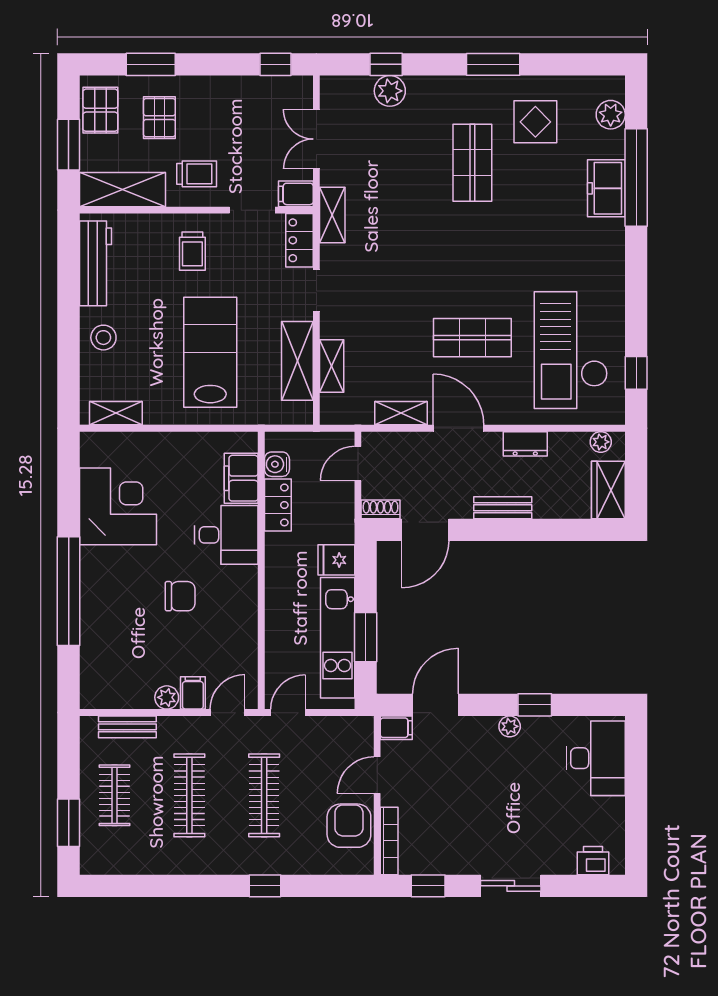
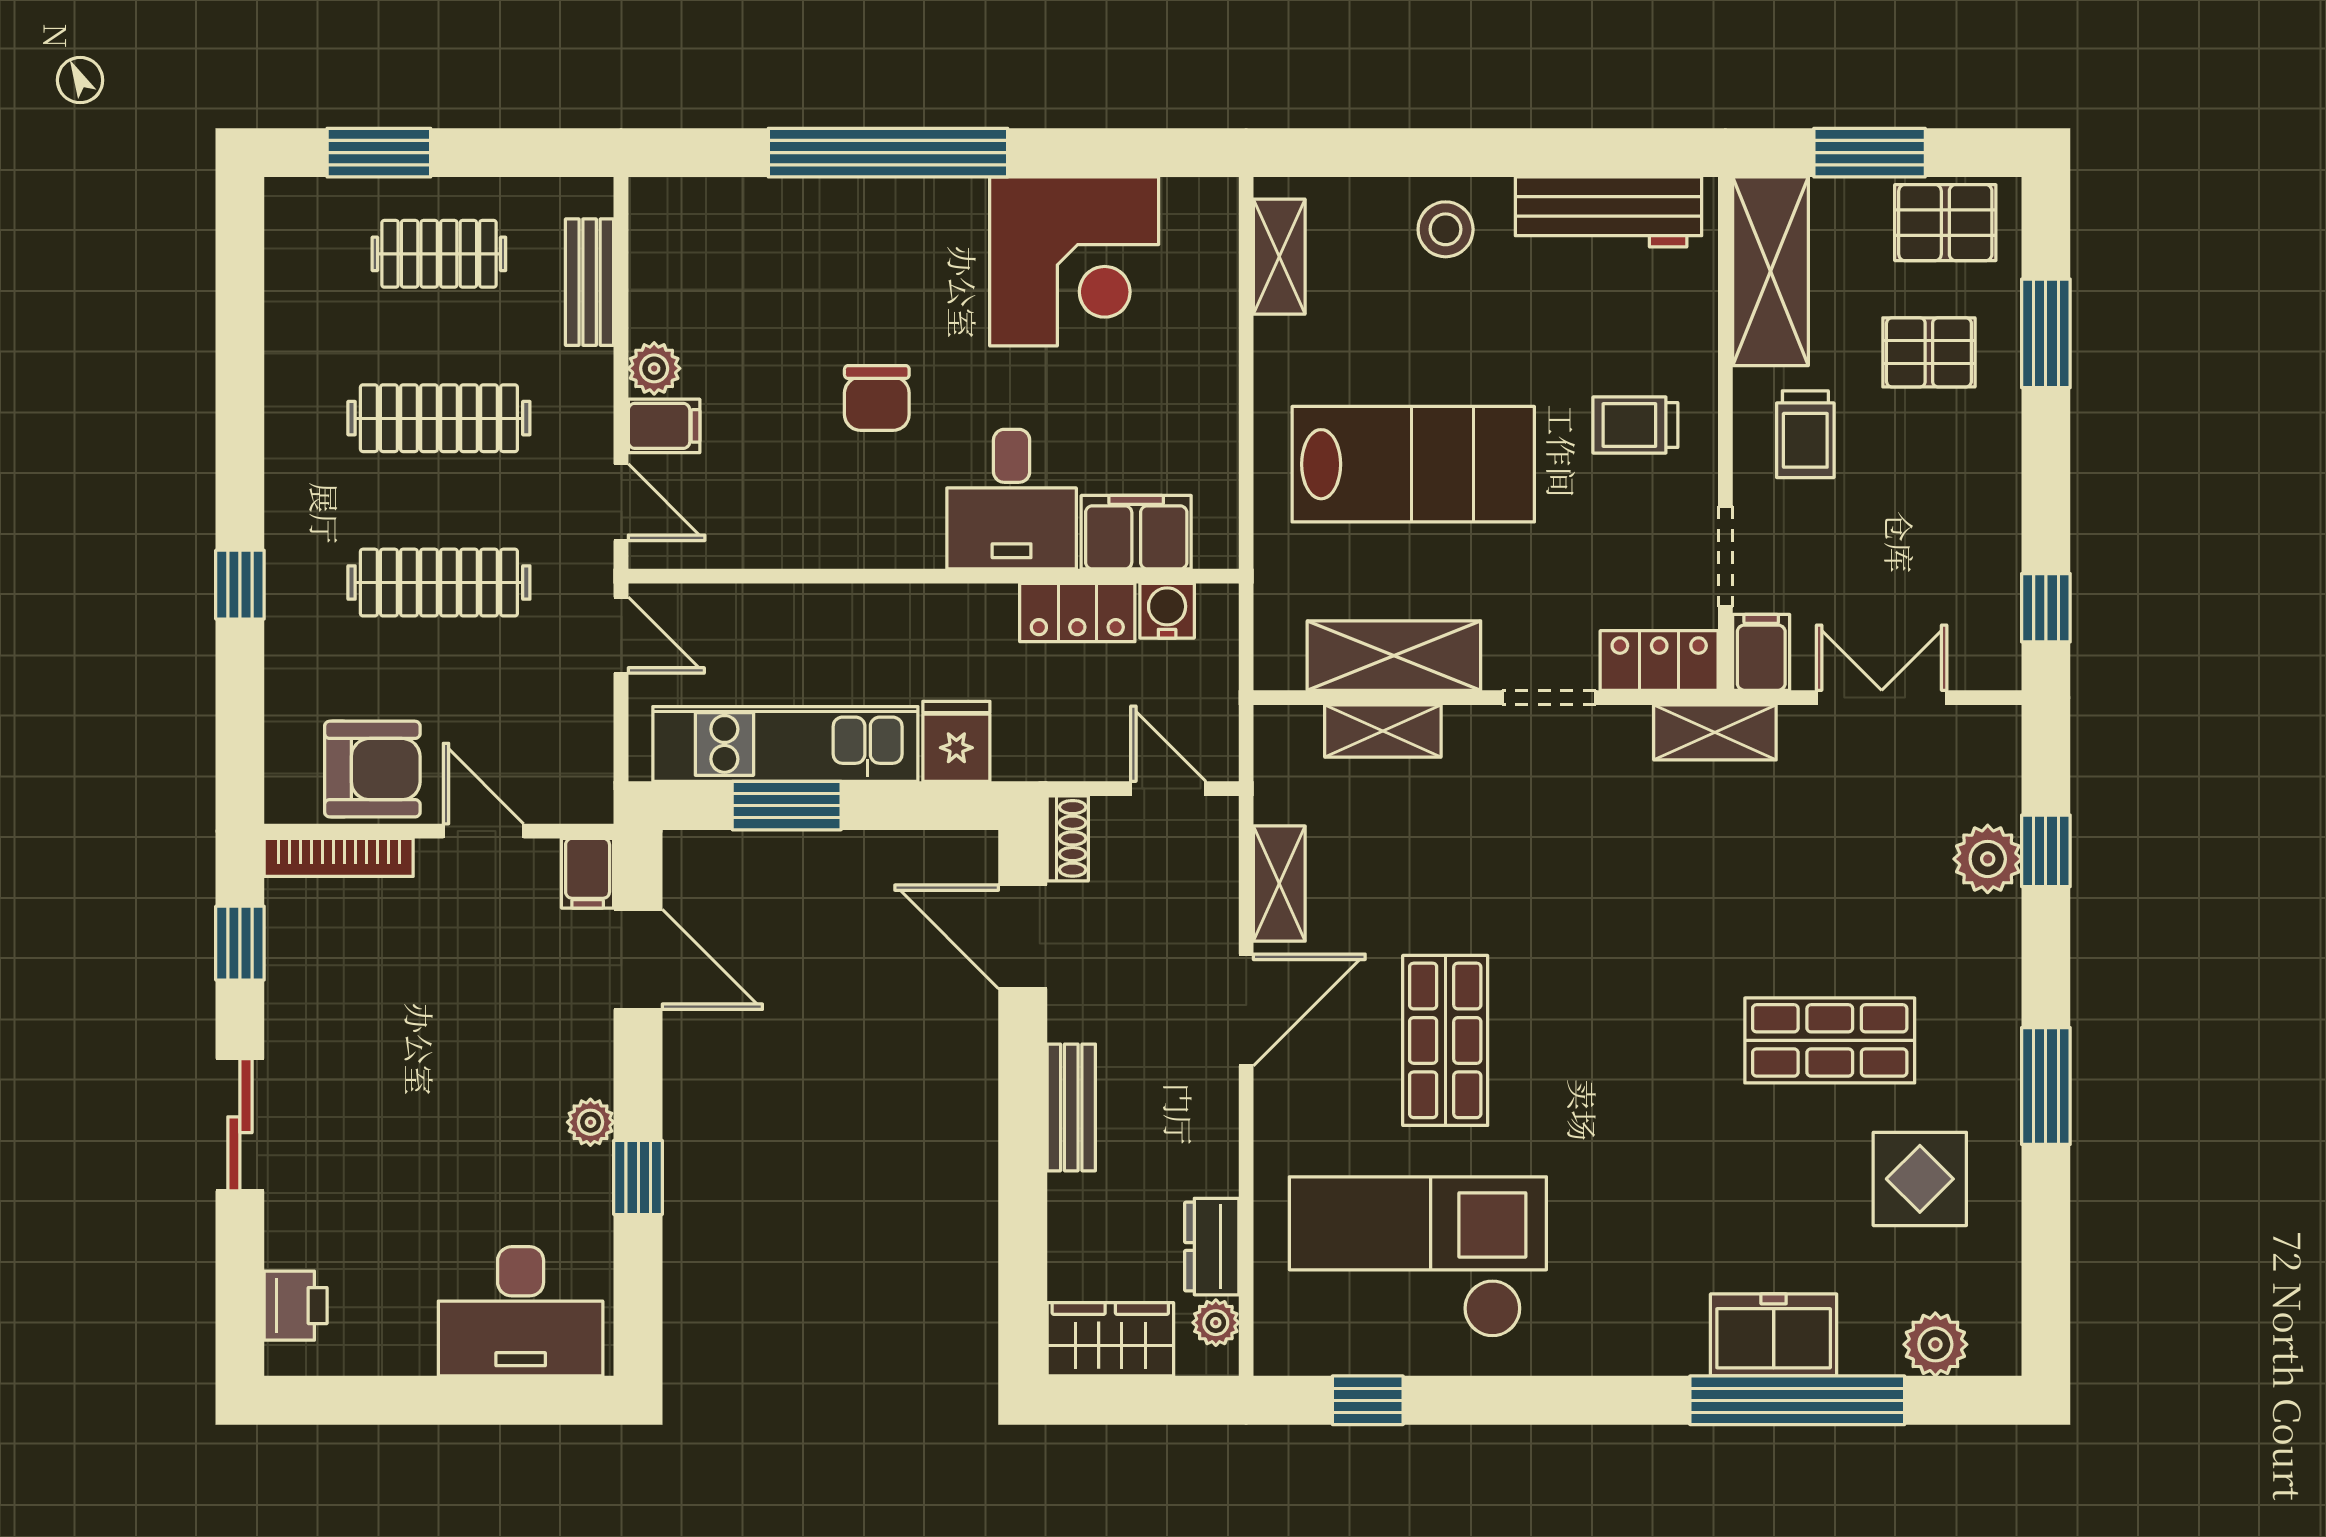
dresser: (525, 444) -> (1212, 1247), moved

